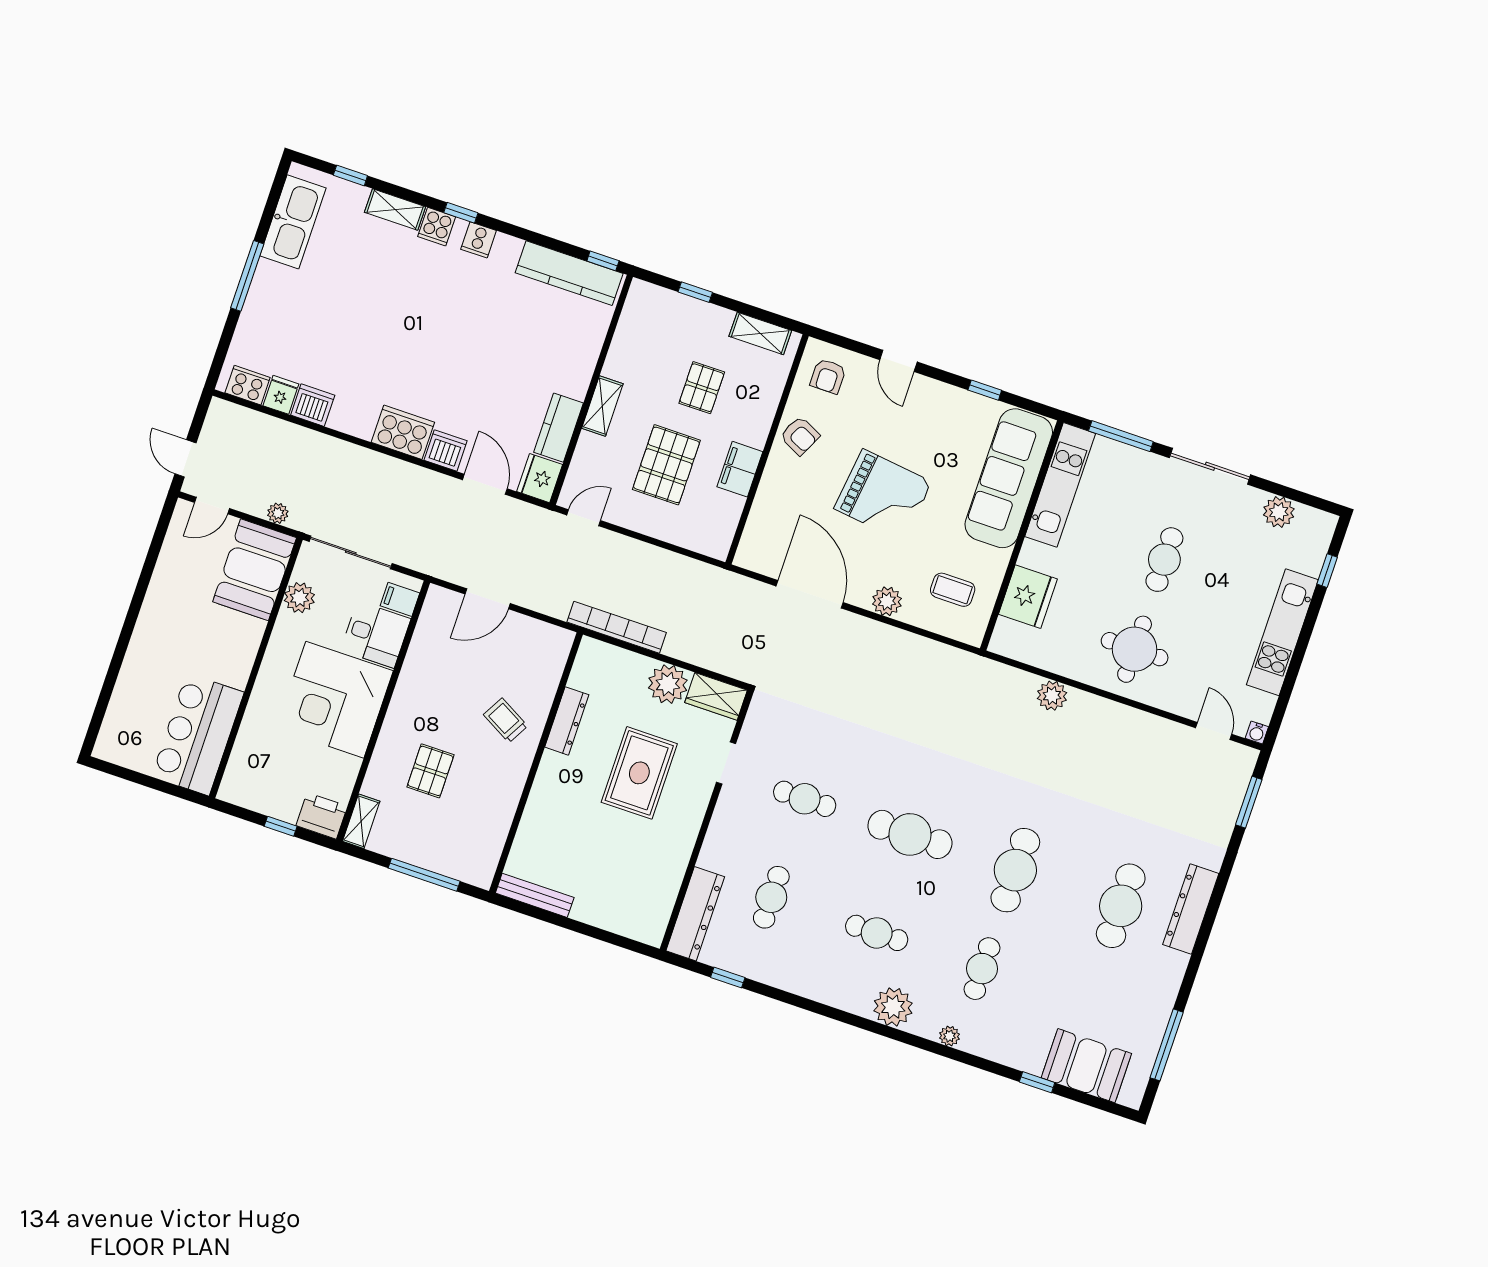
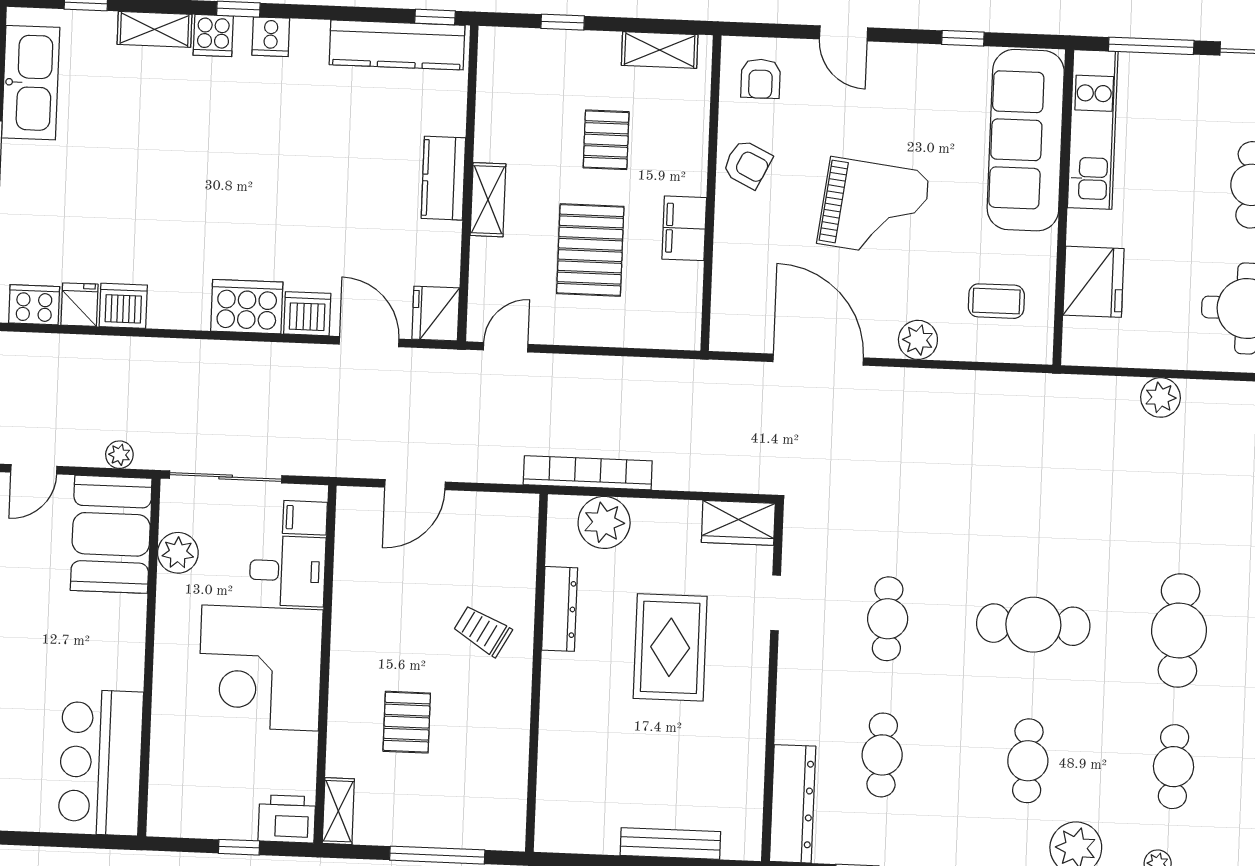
kitchen counter: (558, 428) -> (443, 178), moved
plant: (668, 684) -> (604, 522), moved
cafe table: (805, 799) -> (888, 619), turned 90
bench: (535, 895) -> (670, 843), moved
cafe table: (877, 933) -> (1028, 761), turned 90

